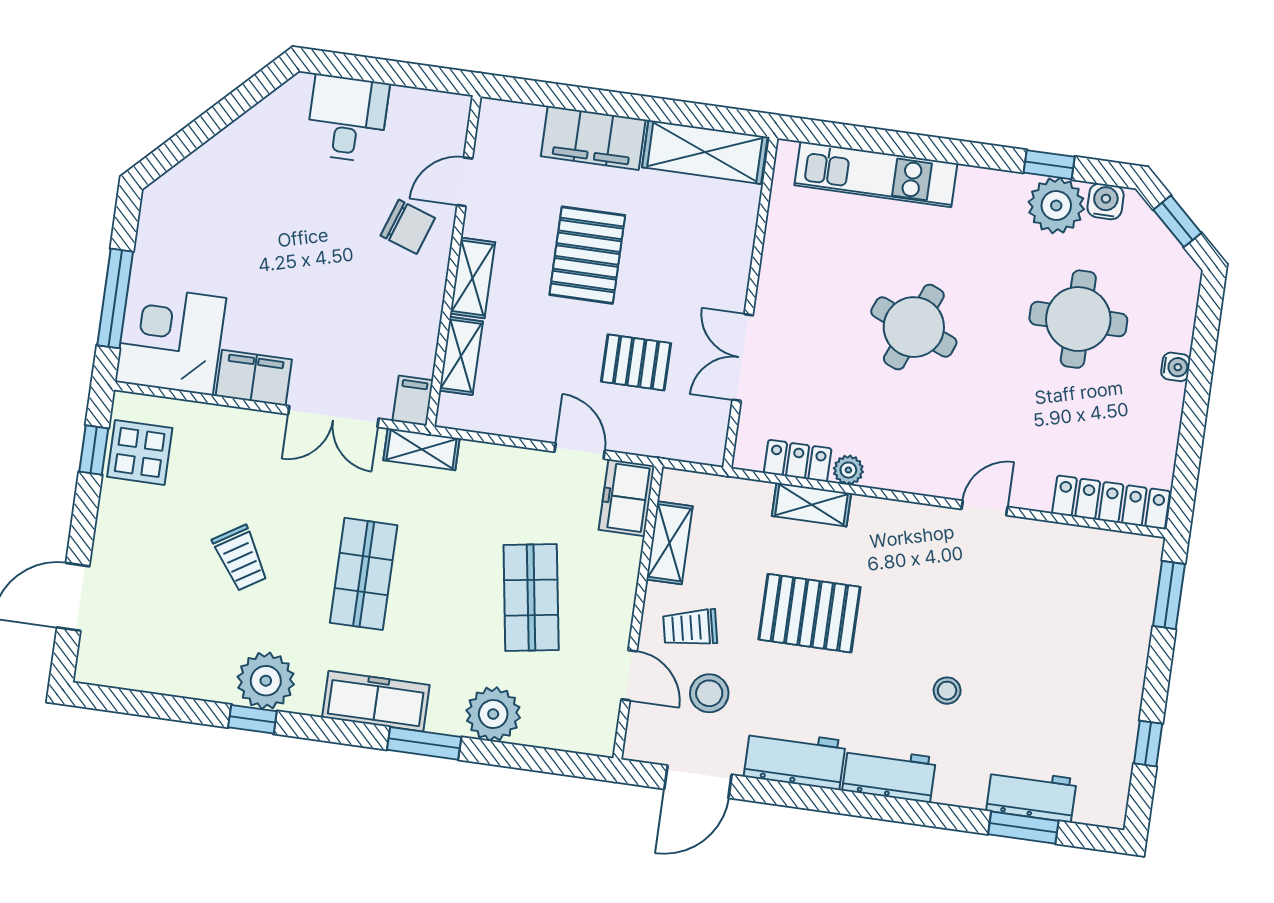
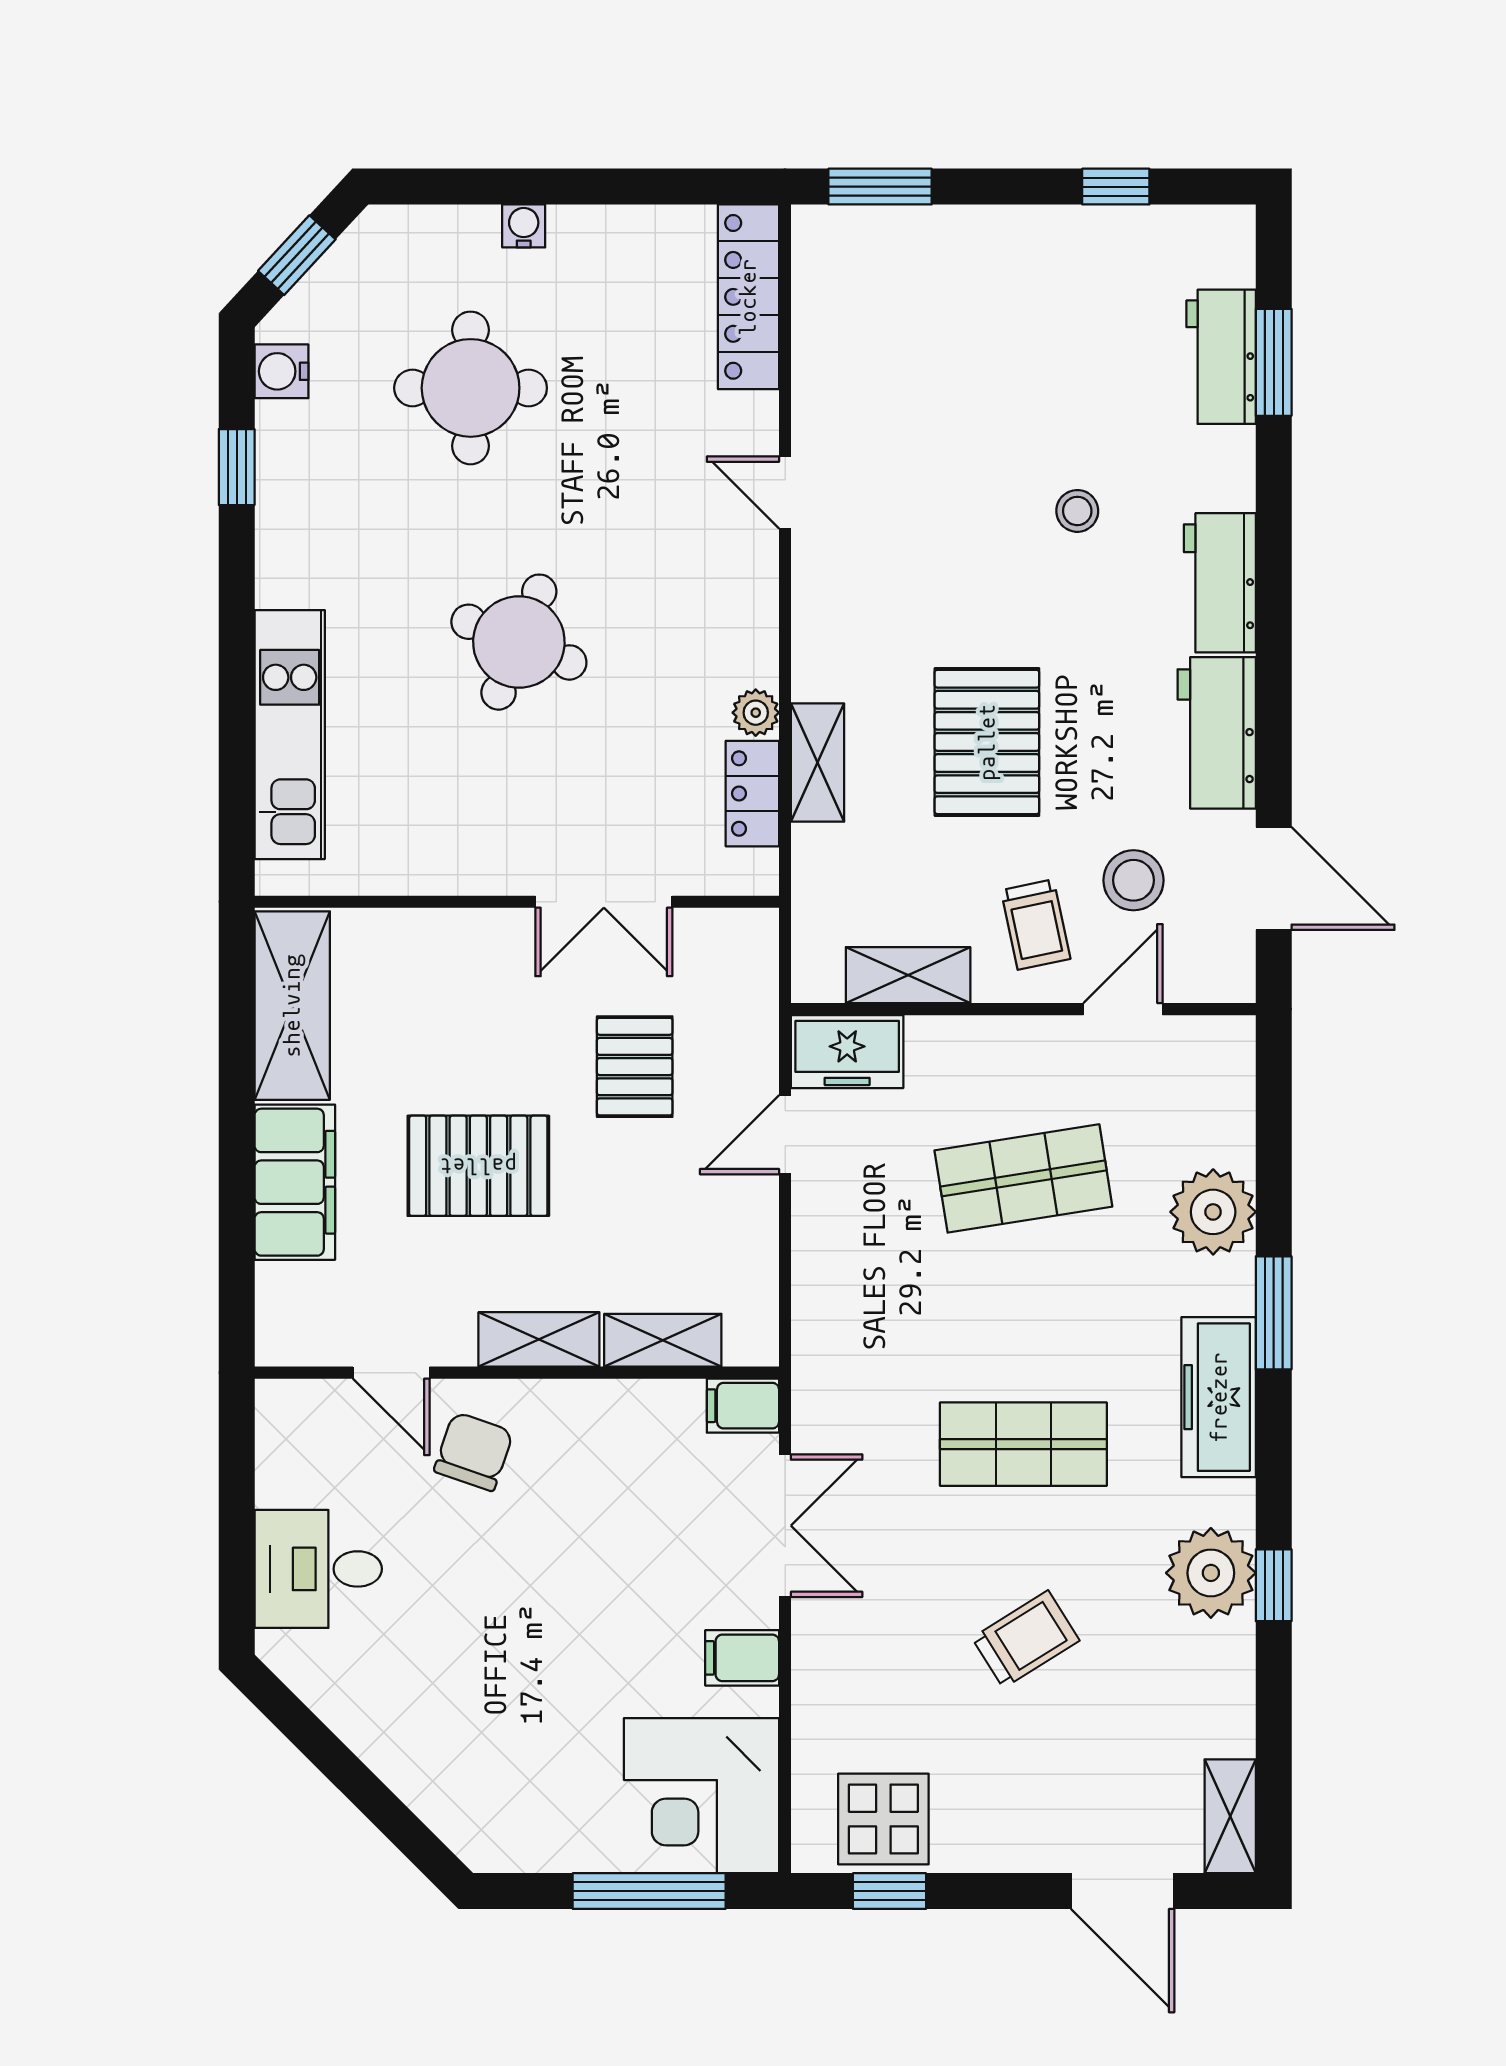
plant: (1056, 206) -> (299, 447), removed
filing cabinet: (254, 378) -> (742, 1658), width x0.50
shelving: (422, 449) -> (1230, 1816), moved

